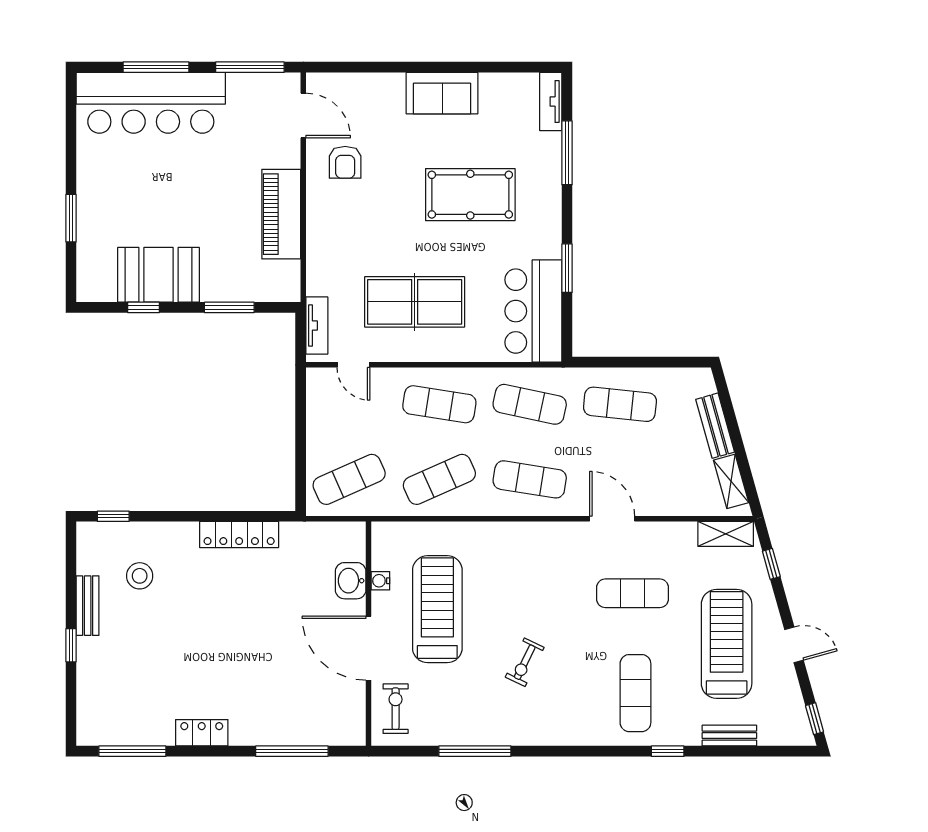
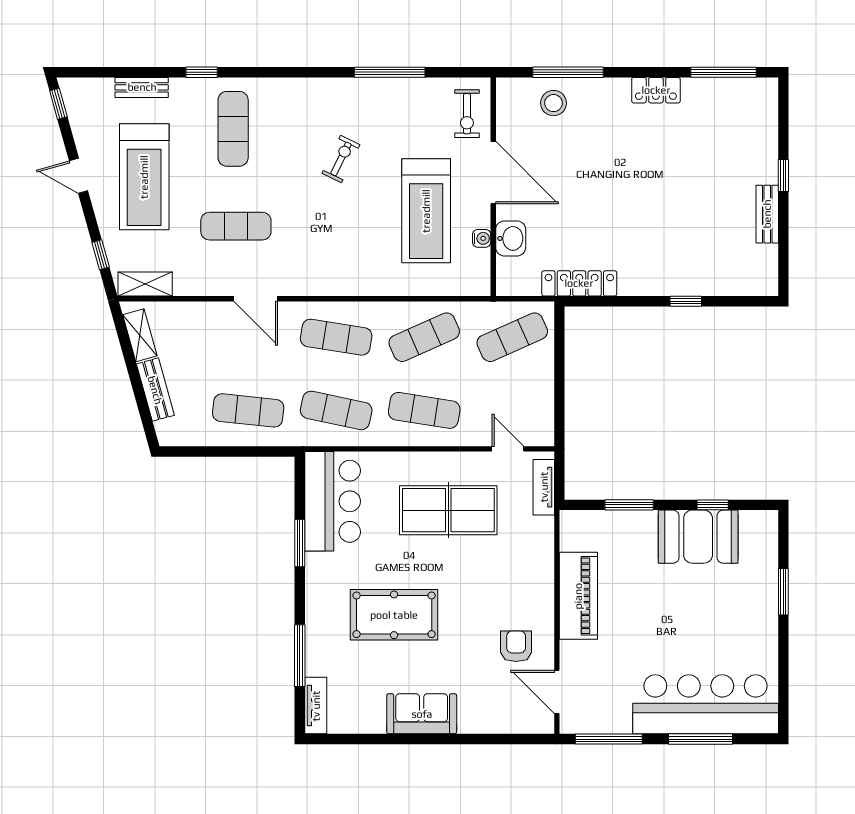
window: (113, 516) -> (686, 301), moved
locker: (239, 535) -> (579, 283), moved
stool: (140, 576) -> (554, 103), moved

